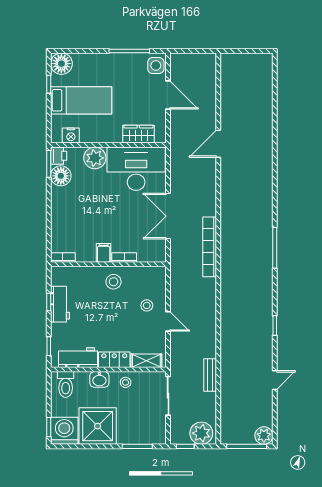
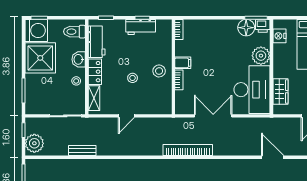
stool: (147, 305) -> (133, 78), moved

